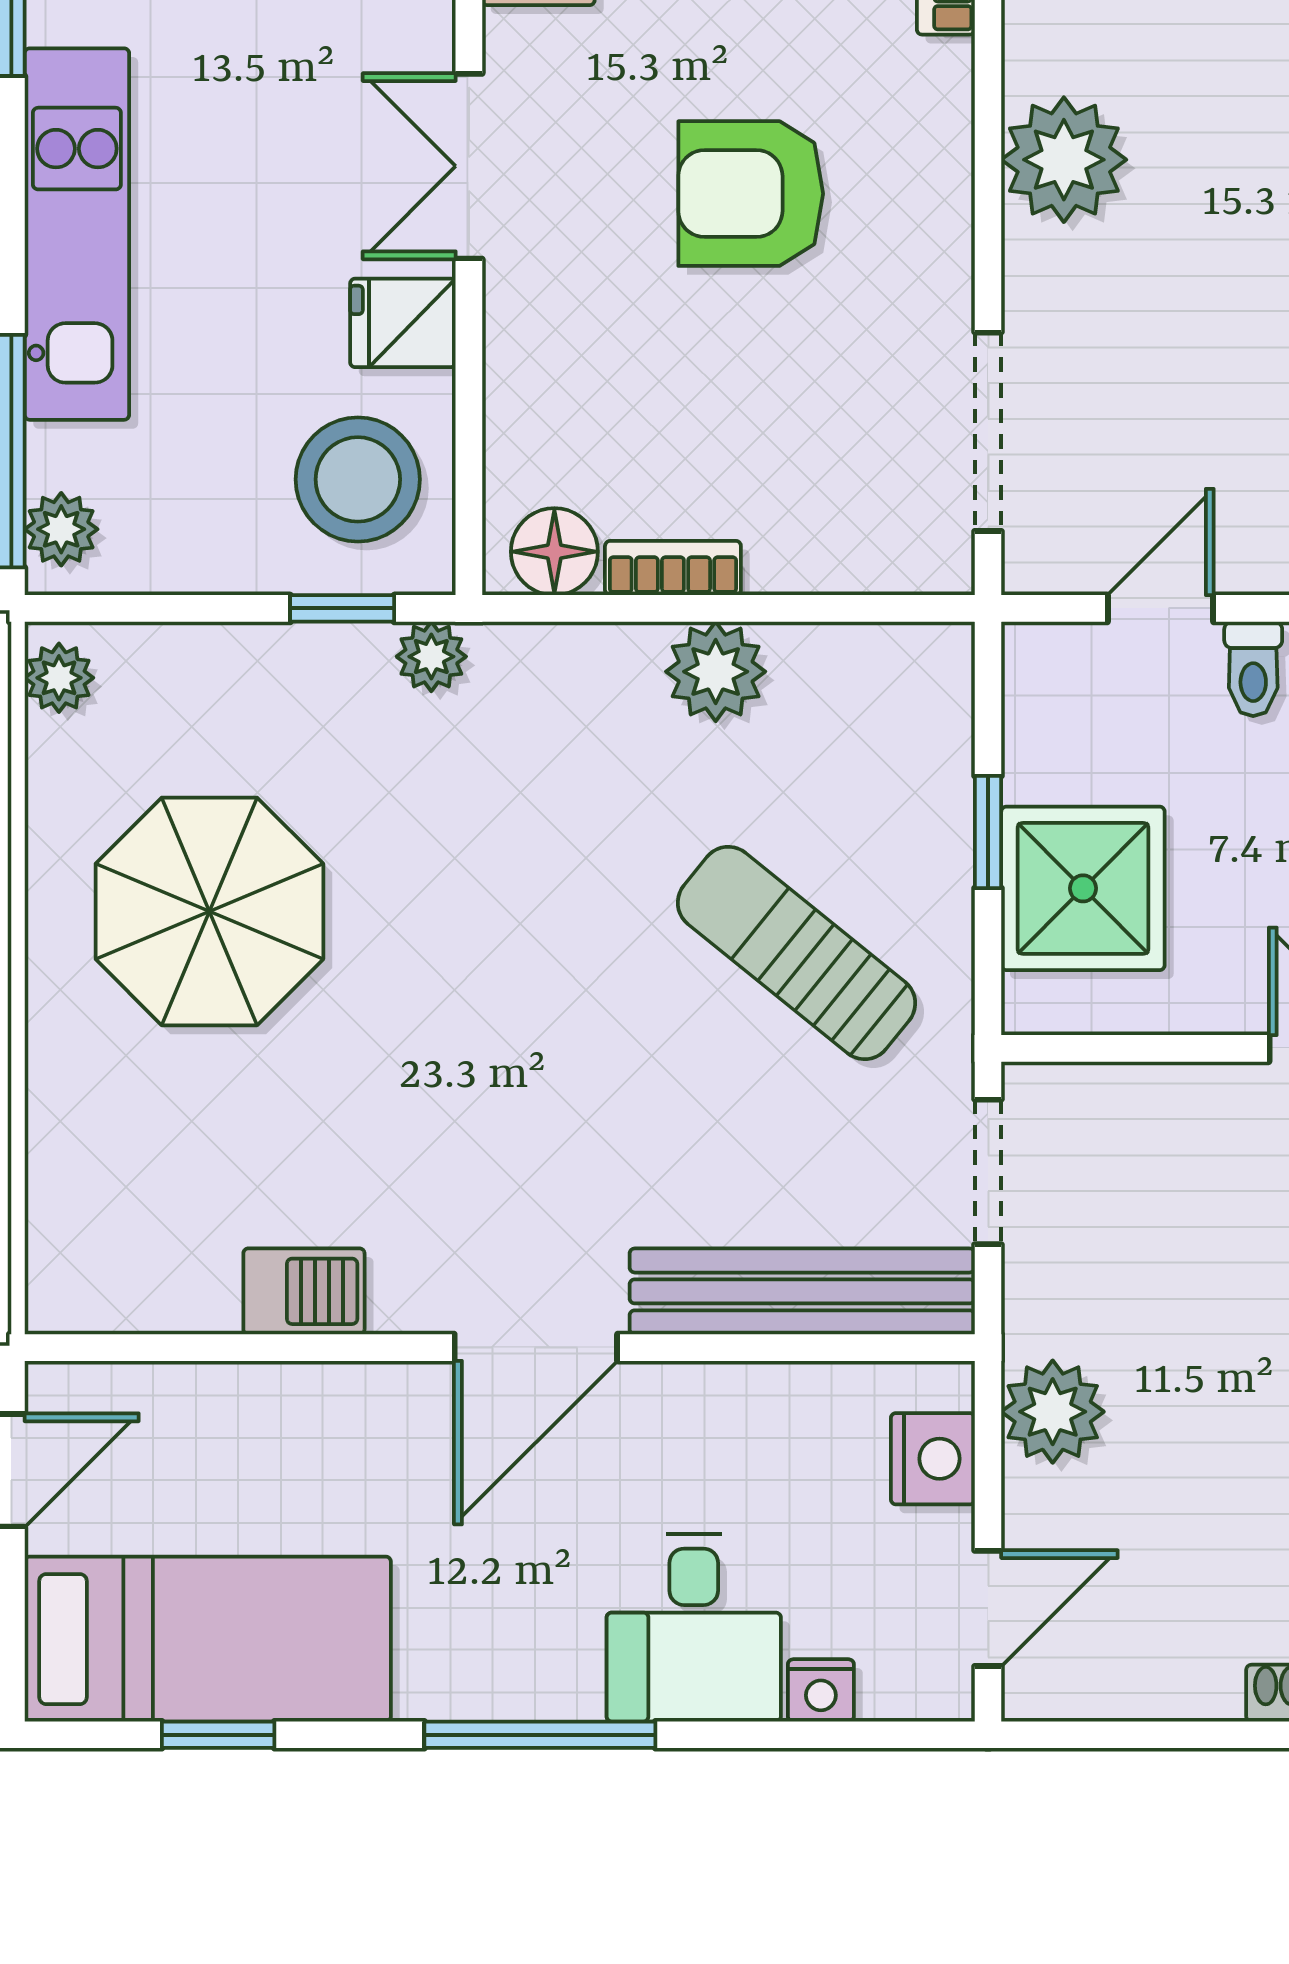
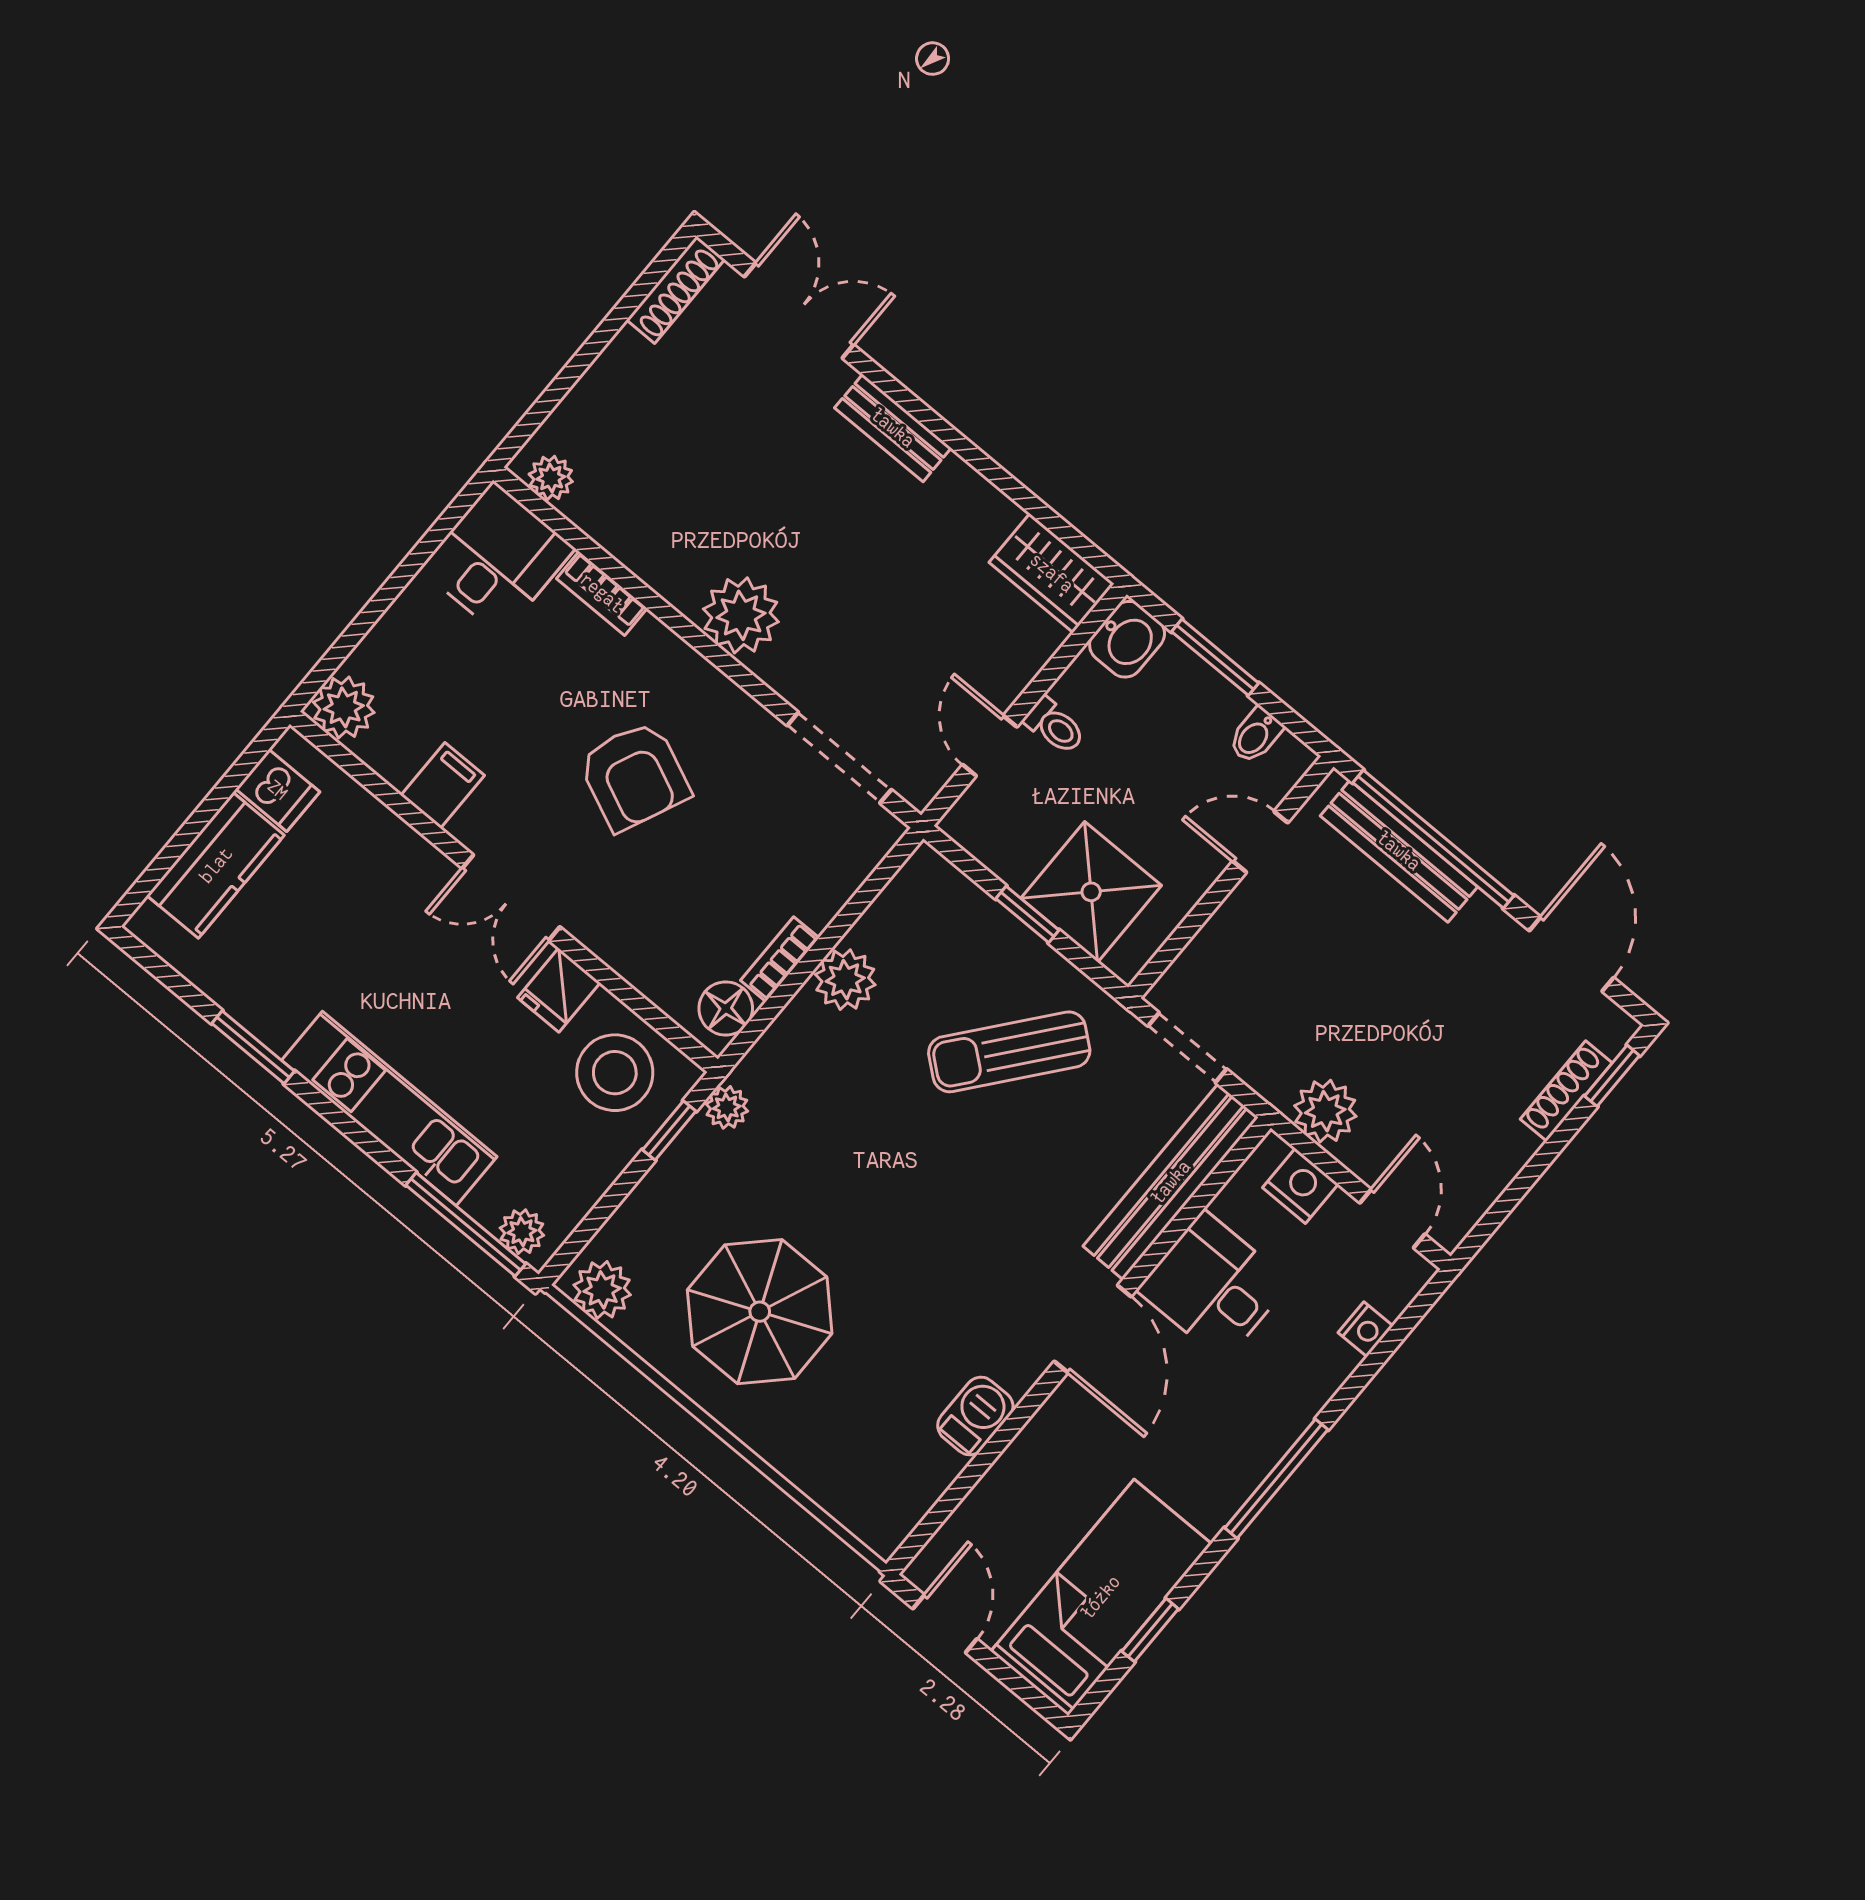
armchair: (751, 194) -> (634, 776), turned -66
plant: (59, 678) -> (602, 1290), width x1.38, depth x1.38
desk: (694, 1628) -> (1214, 1286), moved, turned 180

